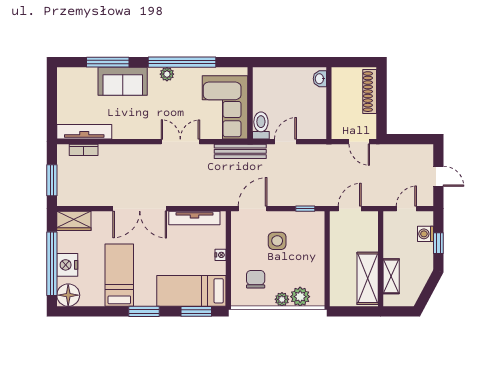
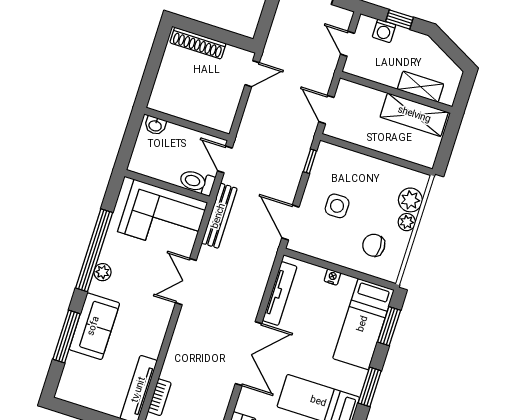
washbasin: (320, 79) -> (155, 125), moved
wall: (329, 103) -> (187, 124), moved

